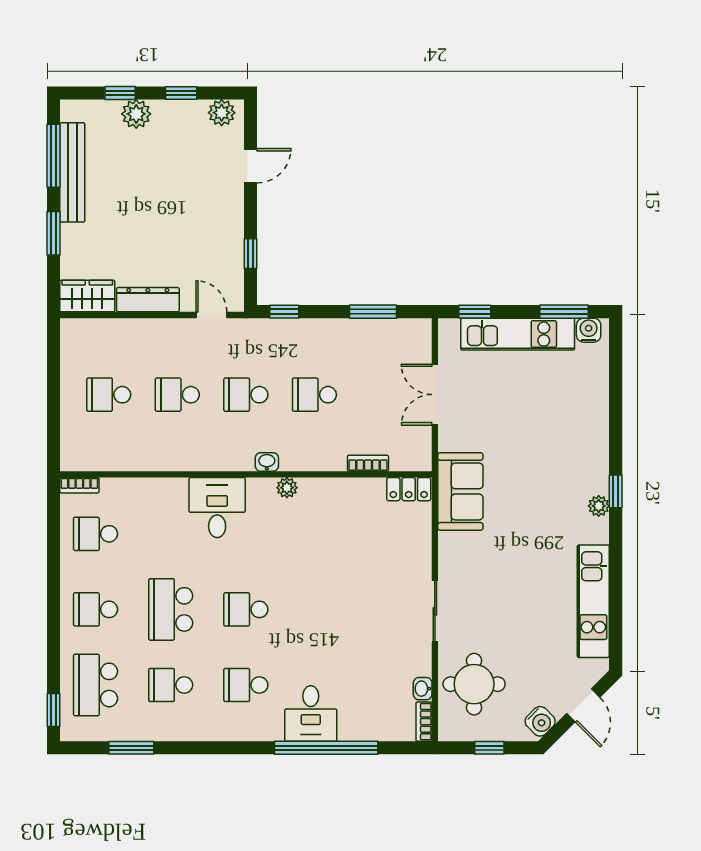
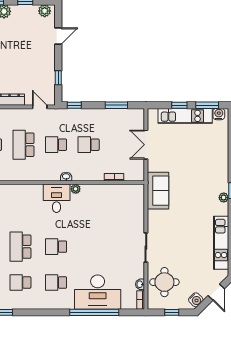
window: (475, 312) -> (179, 105), moved
school desk: (177, 395) -> (24, 145), width x1.85
locker: (409, 489) -> (133, 190), removed
desk: (217, 508) -> (57, 198), moved
desk: (311, 713) -> (98, 292), width x1.87, depth x1.30

